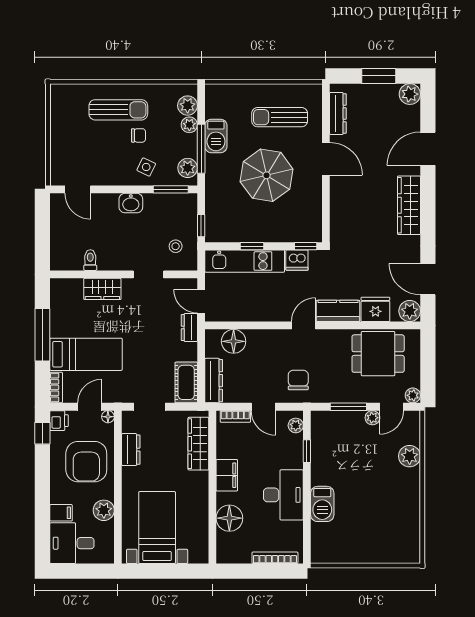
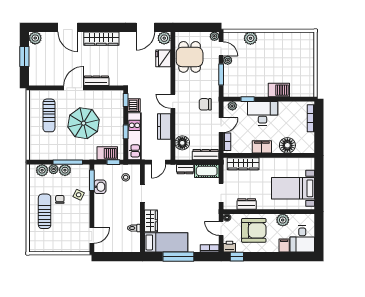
dresser: (338, 113) -> (96, 81), moved
barbecue: (216, 136) -> (107, 153), moved
plant: (188, 168) -> (65, 170), moved
washbasin: (131, 203) -> (100, 187), moved
kitchen counter: (338, 311) -> (164, 126), moved
dresser: (189, 327) -> (185, 169), moved
bed: (86, 354) -> (166, 242), moved, turned 90
desk: (283, 495) -> (263, 113), moved

